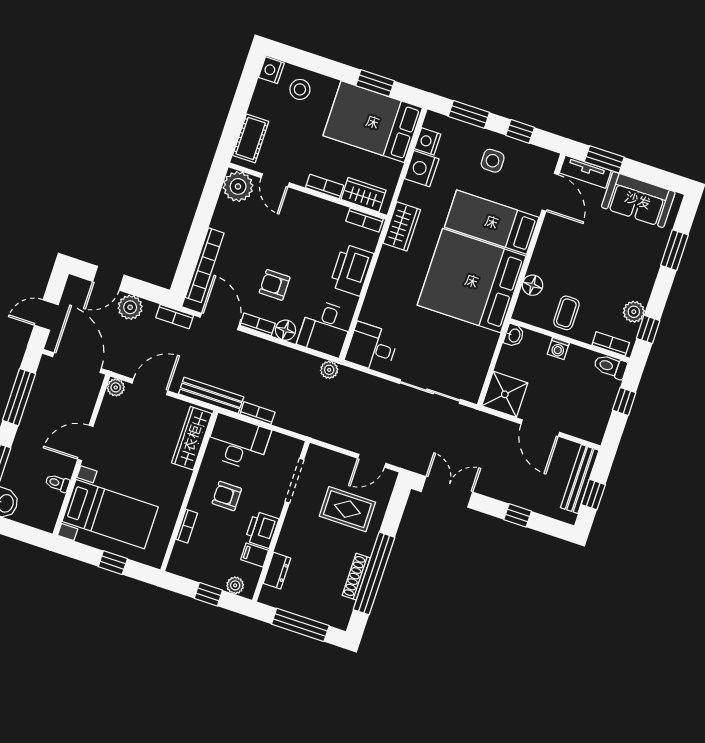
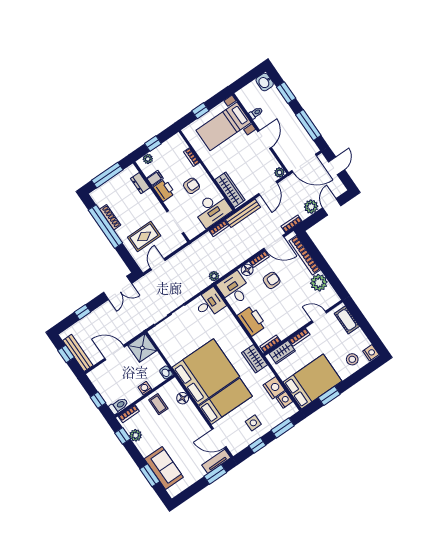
plant: (238, 186) -> (319, 283), moved
sofa: (638, 200) -> (164, 468), moved, turned 90

